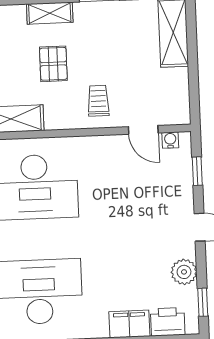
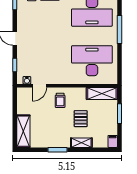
door: (143, 130) -> (39, 86), swing flipped
plant: (184, 272) -> (23, 18), removed

